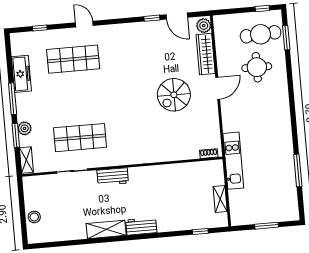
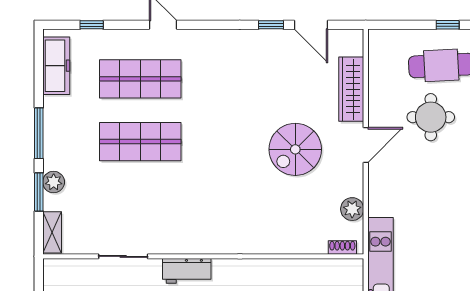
plant: (204, 26) -> (352, 209), moved
freezer: (21, 74) -> (56, 66), moved
shop shelf: (80, 138) -> (140, 142), moved

